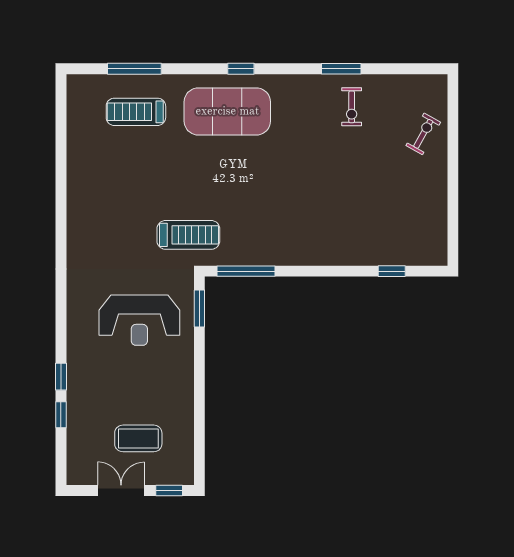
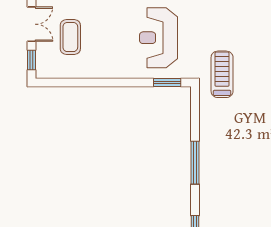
treadmill: (188, 235) -> (222, 74), turned 180
window: (246, 271) -> (195, 163), moved

